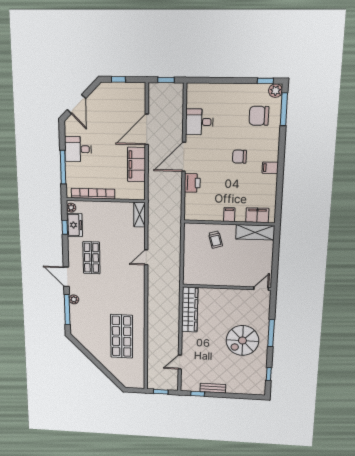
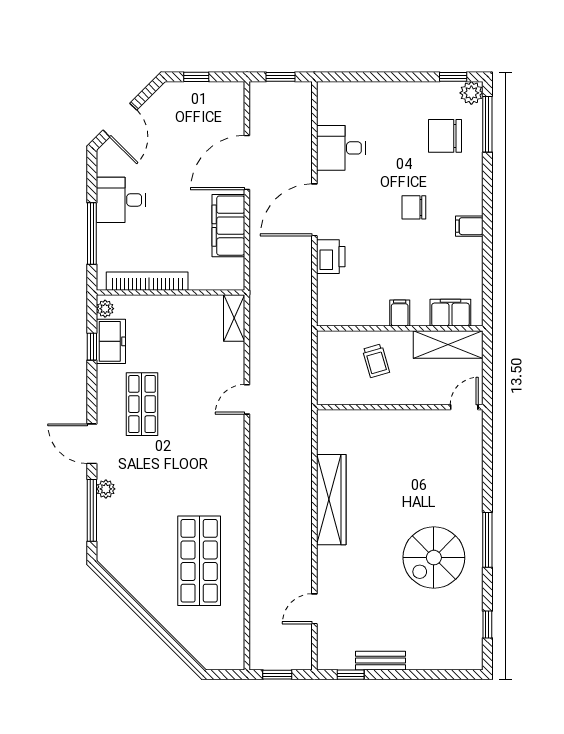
wall: (227, 287) -> (400, 407), moved
door: (261, 289) -> (464, 407), moved

